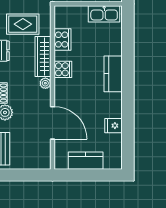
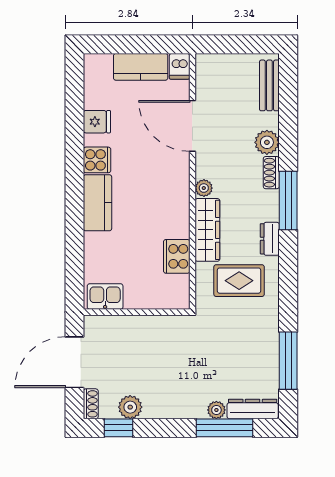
kitchen sink: (104, 14) -> (105, 297), width x0.73
cooker: (63, 69) -> (97, 160), moved, turned 180
dishwasher: (61, 161) -> (179, 66), added

